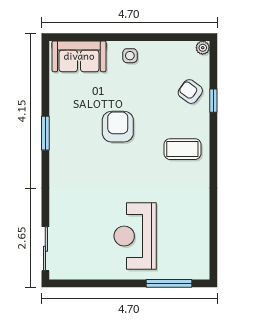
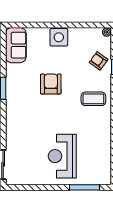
sofa: (79, 56) -> (16, 45), moved, turned -90
side table: (130, 56) -> (59, 37), width x1.87, depth x1.87

